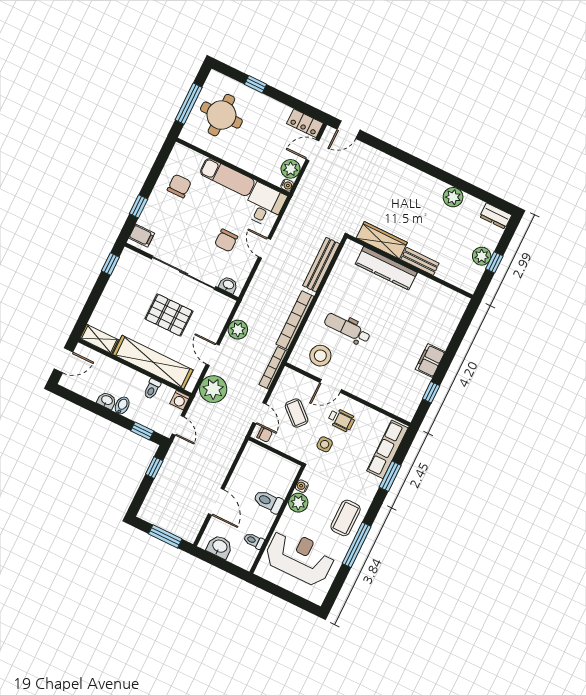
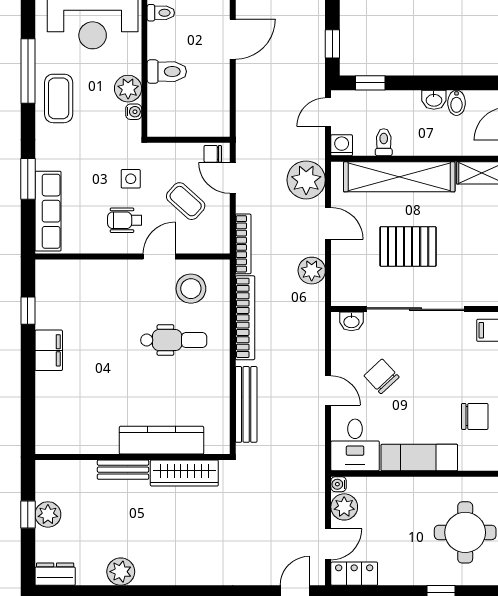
chair: (179, 186) -> (475, 416), turned -90
chair: (226, 240) -> (382, 376), turned -43
bidet: (122, 406) -> (457, 103), moved
door: (178, 425) -> (328, 112), hinge flipped
door: (216, 502) -> (233, 39), swing flipped

